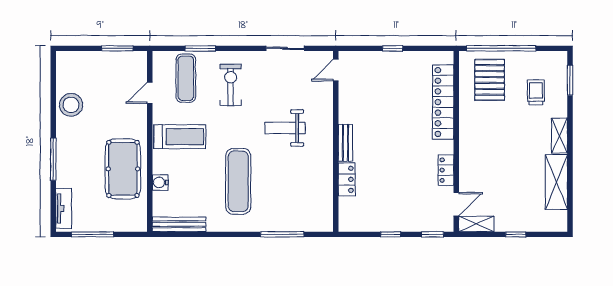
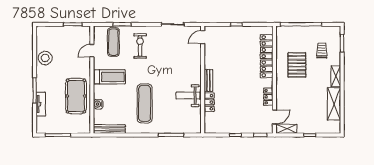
pallet: (490, 80) -> (297, 65), moved
weight bench: (285, 128) -> (188, 96), moved
tv unit: (64, 208) -> (41, 104), moved

